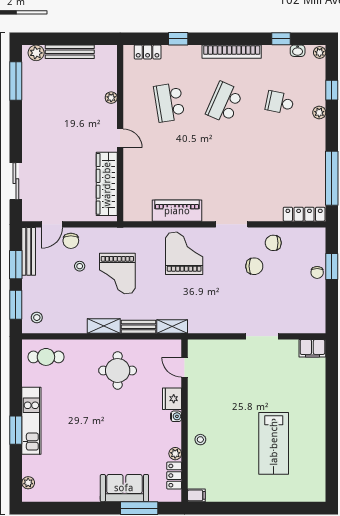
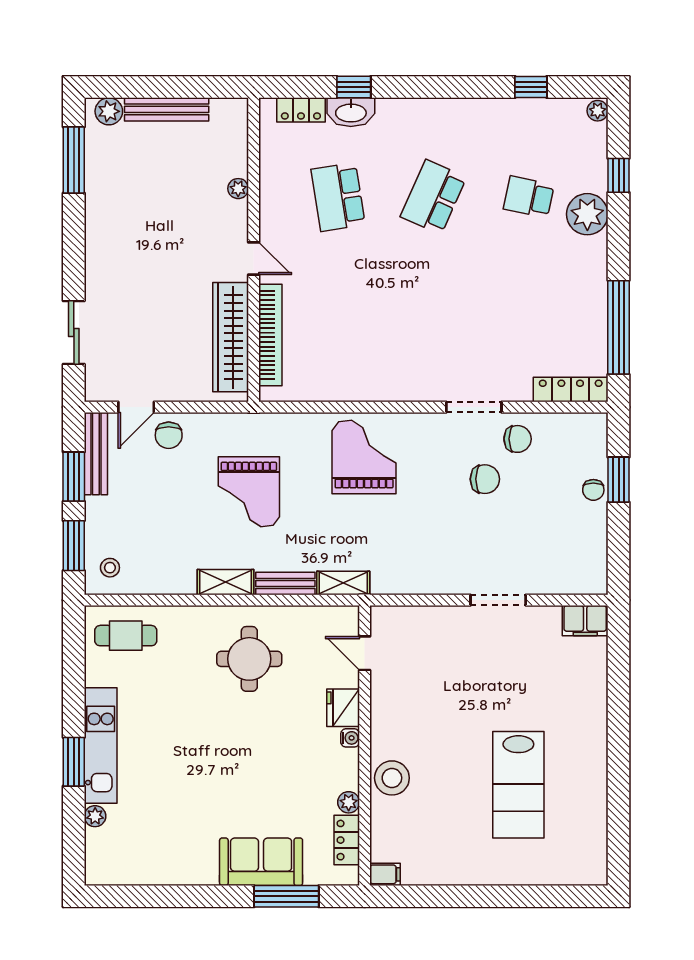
washbasin: (298, 51) -> (351, 112), moved, width x1.91, depth x1.45
bookcase: (232, 52) -> (270, 335), moved, turned -90
plant: (319, 113) -> (587, 214), width x1.87, depth x1.87
piano: (177, 211) -> (352, 383), removed
doorway: (232, 224) -> (474, 407), moved
chair: (273, 243) -> (518, 439), turned 180
stool: (80, 266) -> (184, 479), removed
stool: (200, 440) -> (392, 778), width x1.89, depth x1.89
plant: (28, 483) -> (95, 816), moved

